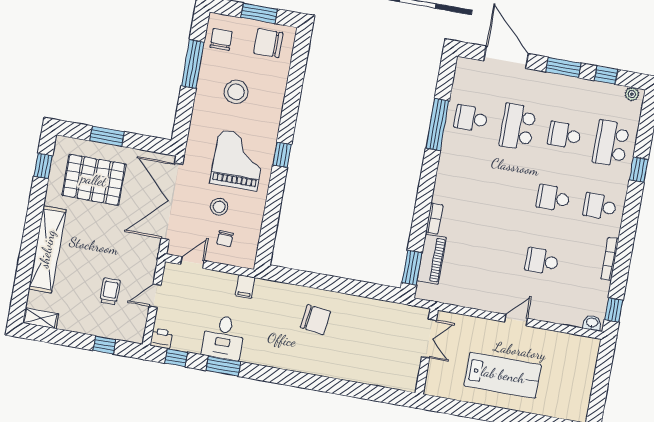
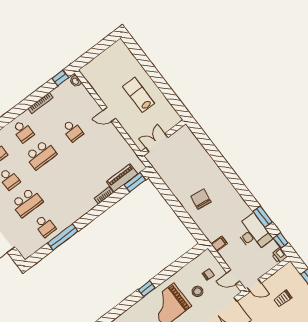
school desk: (553, 198) -> (41, 155), width x1.85
door: (155, 296) -> (254, 285), moved
desk: (223, 338) -> (253, 233), width x1.37
lab bench: (503, 375) -> (139, 95), width x0.73, depth x0.72

